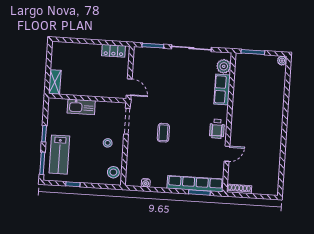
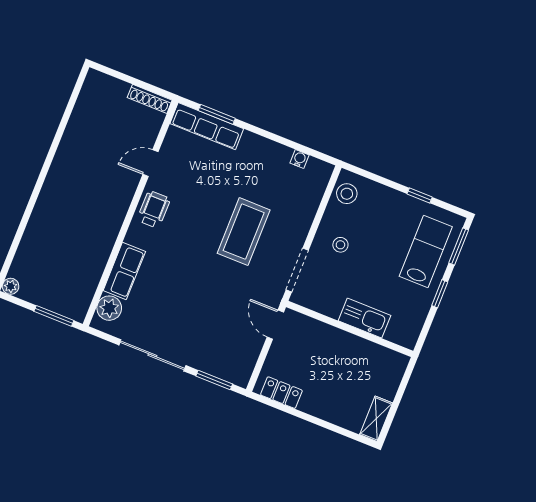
shelving: (55, 82) -> (376, 419), moved
coffee table: (163, 133) -> (244, 232), width x1.86, depth x1.72
row of seats: (195, 184) -> (207, 126), width x0.73

